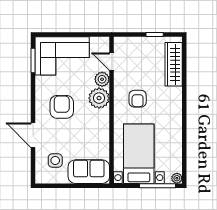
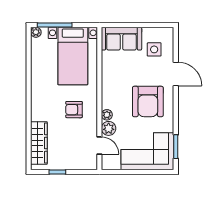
plant: (99, 98) -> (107, 115), width x0.53, depth x0.53
armchair: (138, 99) -> (74, 110), turned -90
armchair: (62, 107) -> (148, 101), width x1.36, depth x1.36

